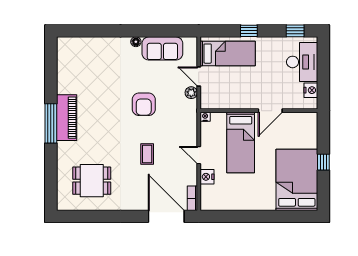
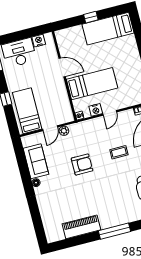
piano: (67, 118) -> (81, 227), moved
nightstand: (207, 177) -> (96, 110), moved
bed: (297, 180) -> (108, 29), width x0.67

